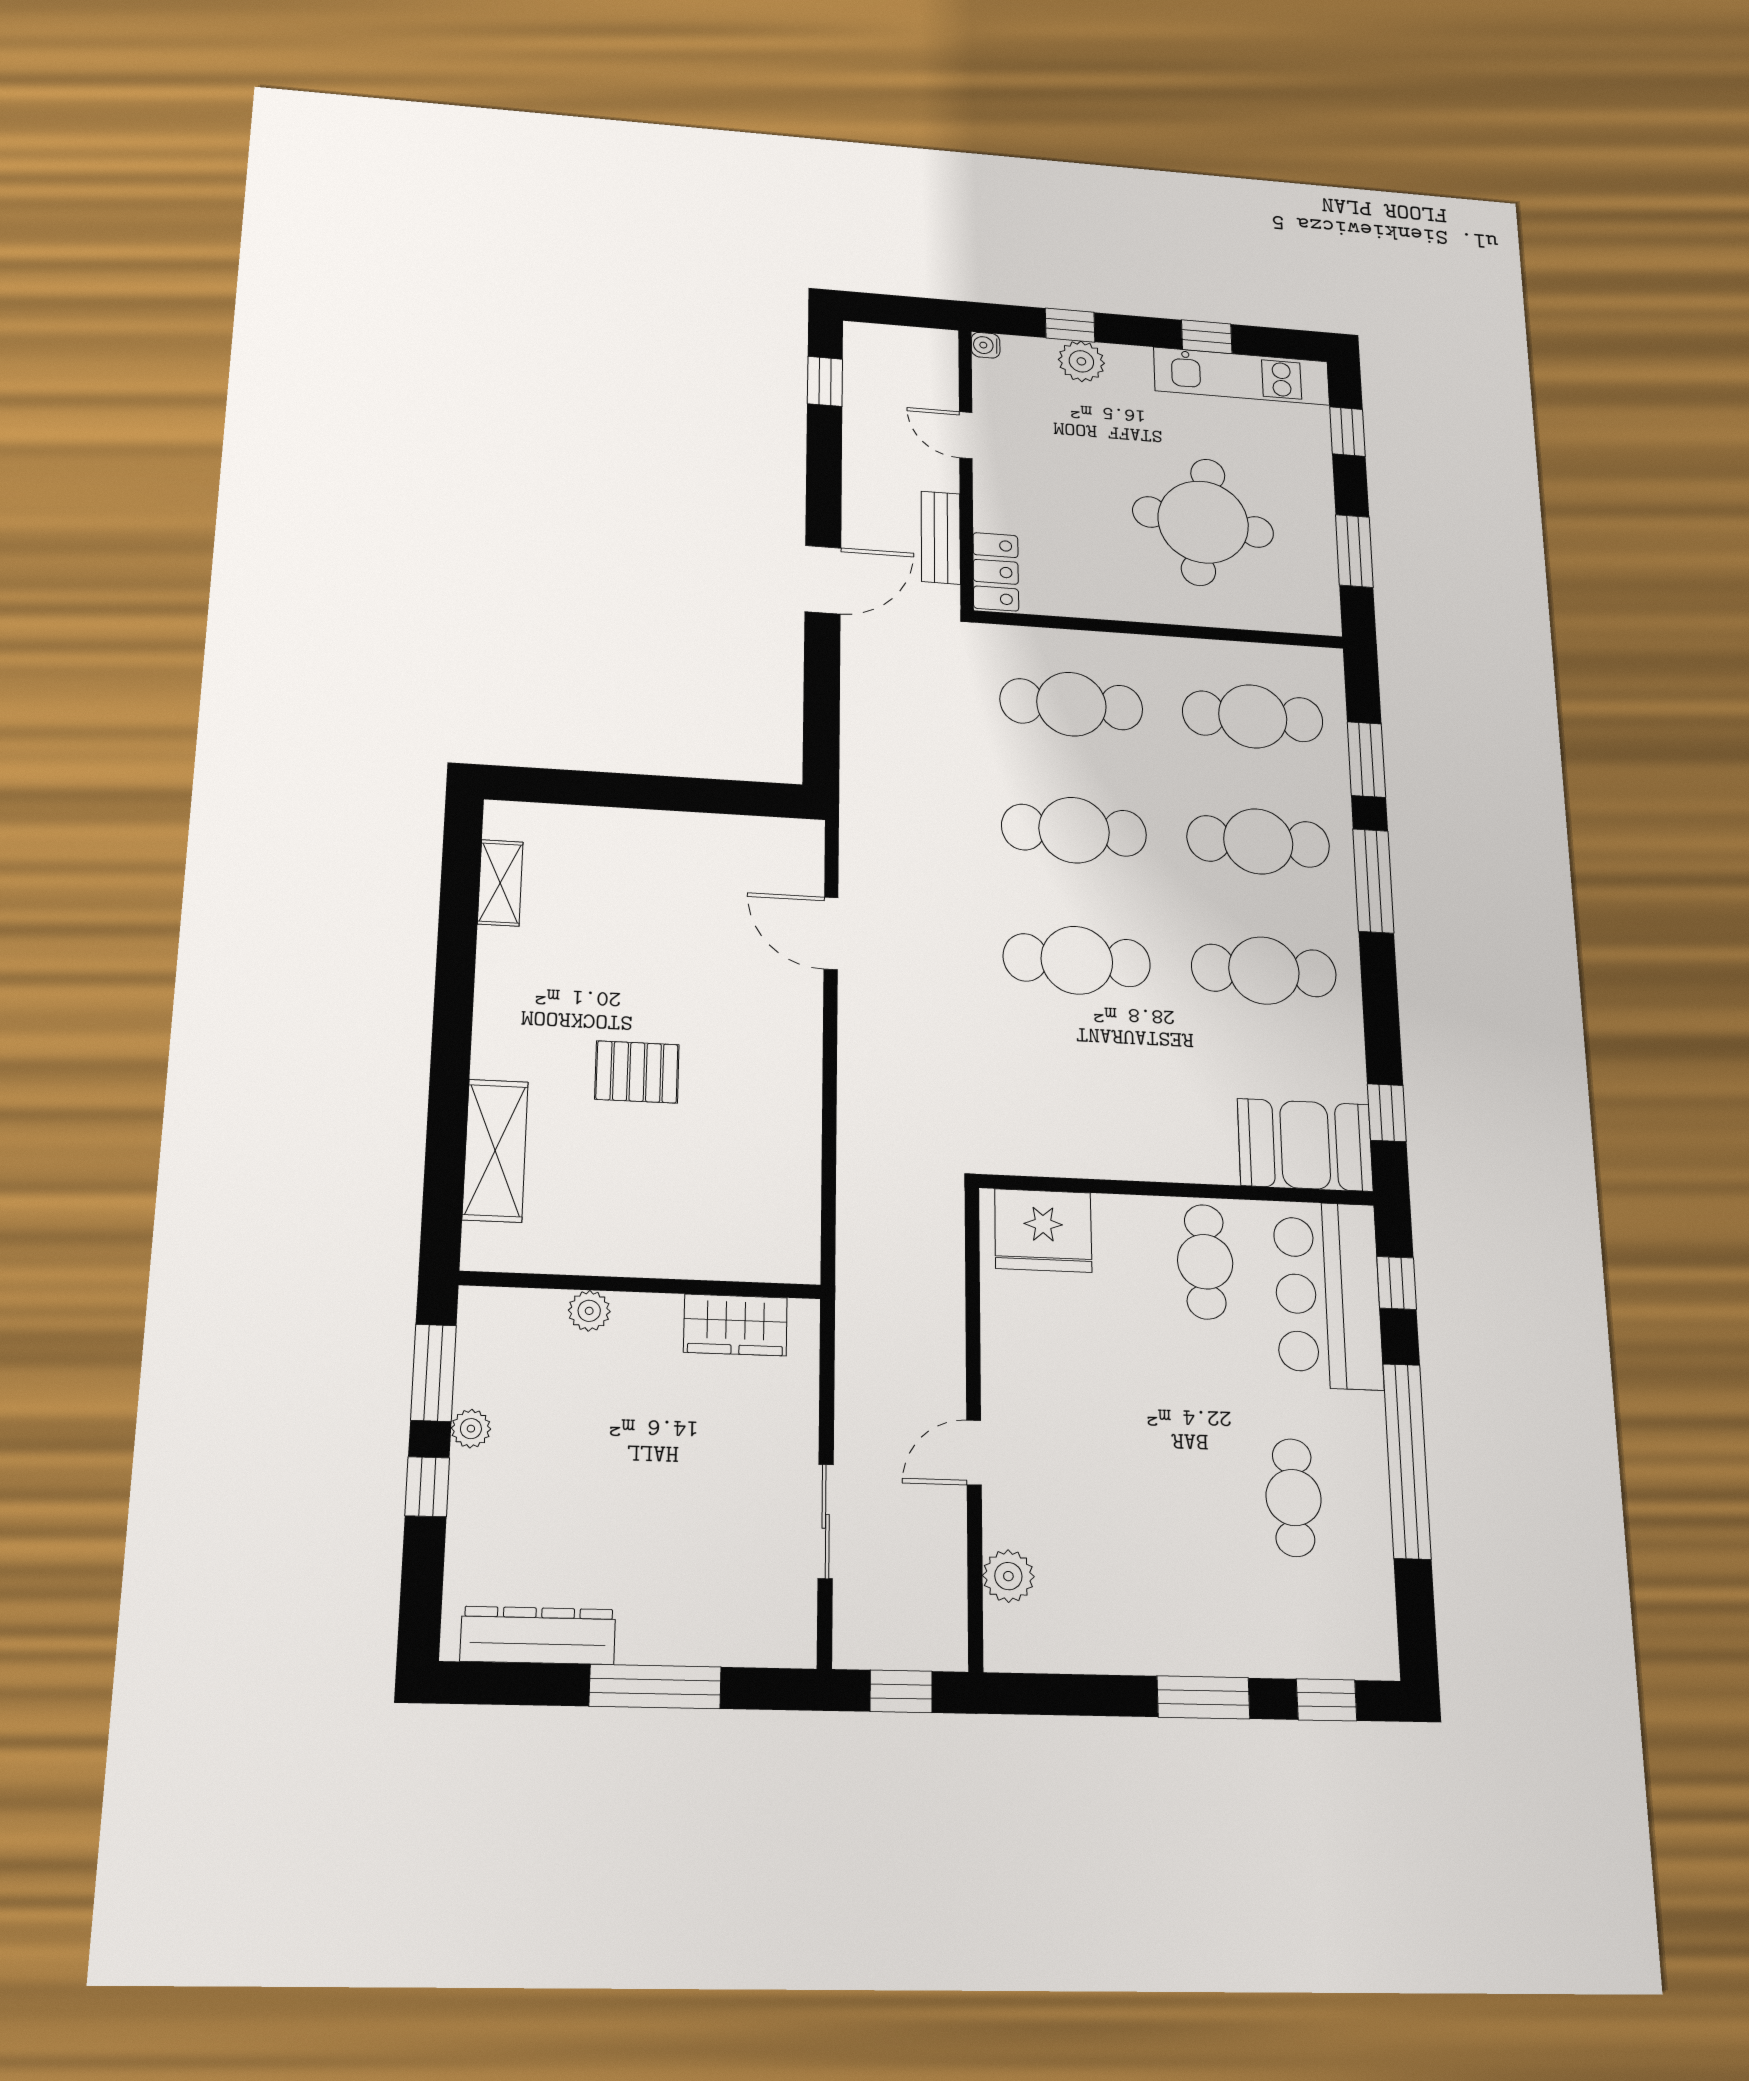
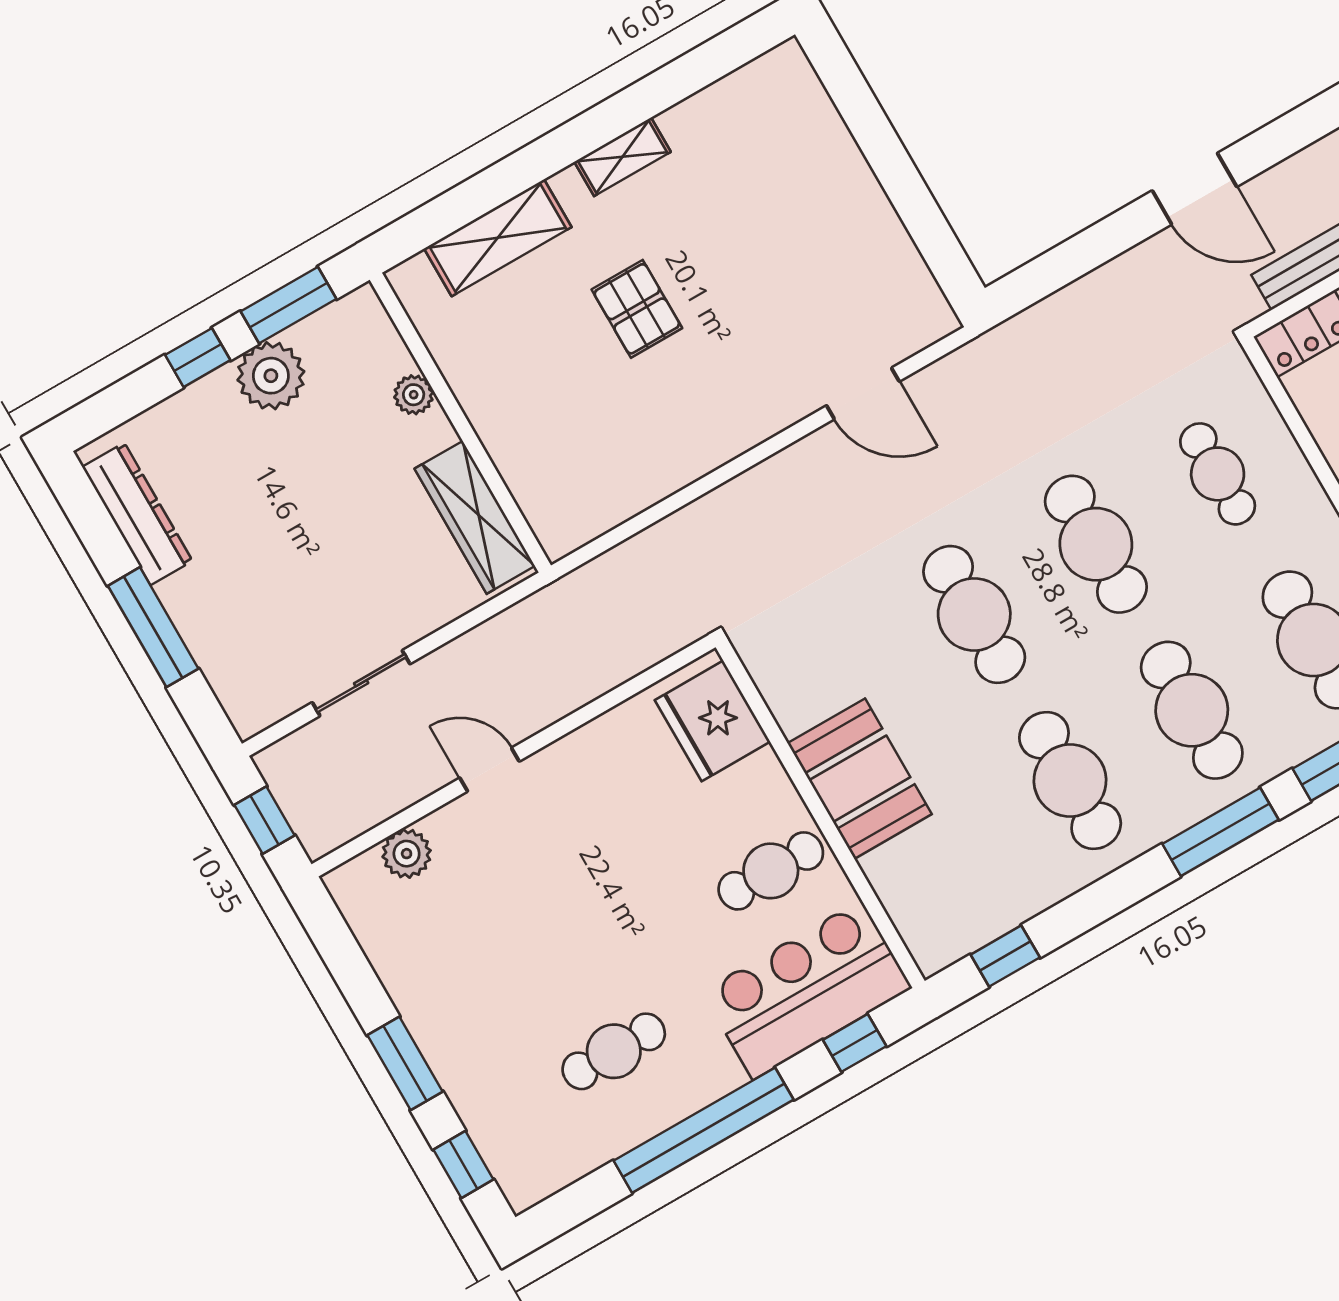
cafe table: (1071, 704) -> (1218, 474), width x0.73, depth x0.74
shelving: (500, 883) -> (622, 157), moved
door: (831, 933) -> (863, 393), swing flipped
booth: (1305, 1145) -> (860, 779), moved
wardrobe: (735, 1325) -> (475, 517), width x1.50
plant: (471, 1429) -> (271, 376), width x1.87, depth x1.87

